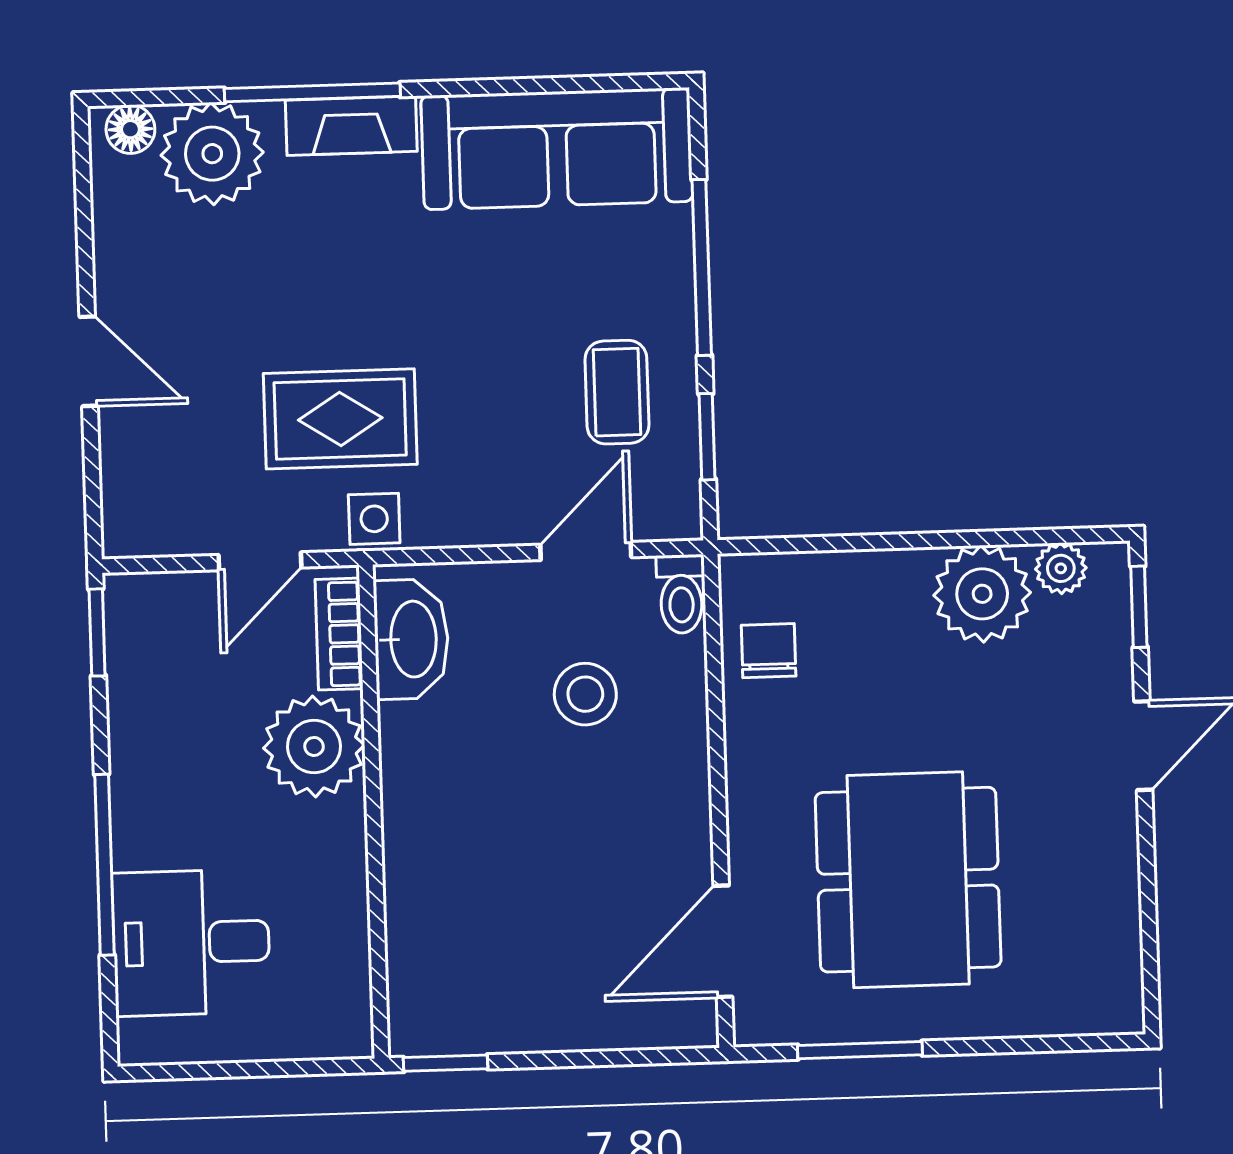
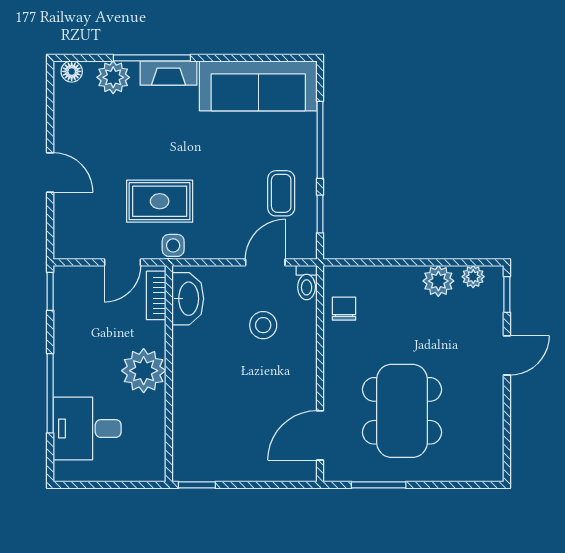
plant: (212, 154) -> (113, 77), width x0.73, depth x0.73
plant: (982, 594) -> (438, 281), width x0.73, depth x0.73
plant: (314, 746) -> (144, 371), moved

